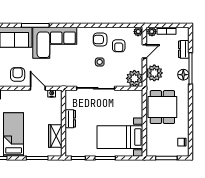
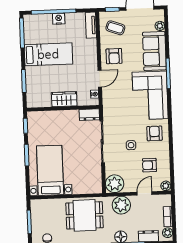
plant: (152, 32) -> (168, 233), moved
armchair: (100, 40) -> (155, 133), moved
door: (144, 51) -> (145, 193), swing flipped
armchair: (18, 74) -> (114, 56), turned 90
dresser: (70, 119) -> (89, 115), moved
wardrobe: (55, 136) -> (64, 99), moved

